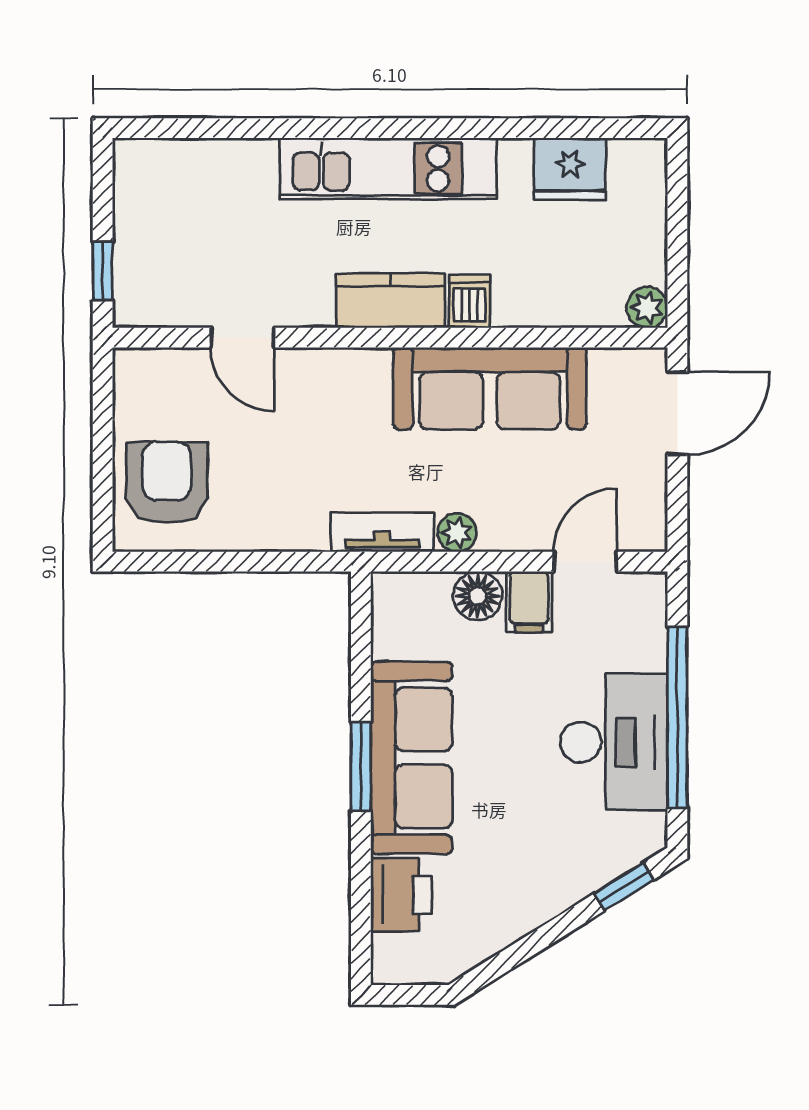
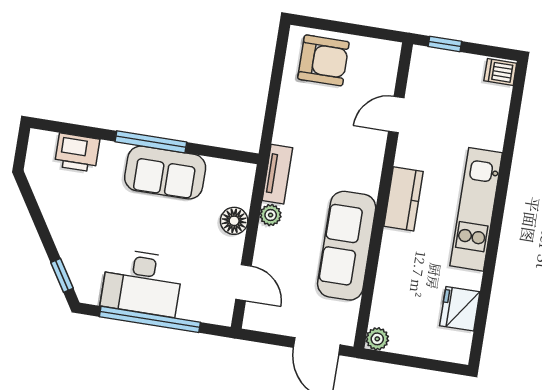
dishwasher: (469, 301) -> (500, 72), moved, turned 180
filing cabinet: (529, 602) -> (226, 248), removed
sofa: (411, 758) -> (165, 173), width x0.73
window: (361, 767) -> (151, 142), width x1.44

